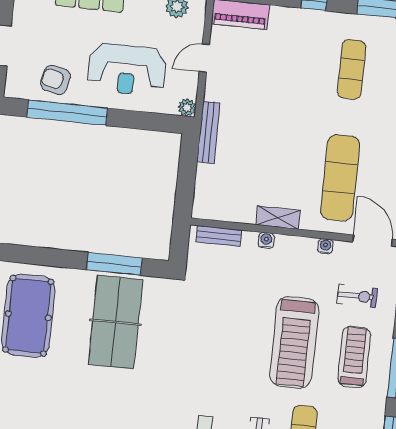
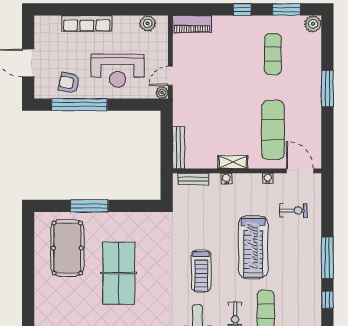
door: (204, 58) -> (170, 76), moved
bench: (208, 132) -> (179, 147), moved
window: (114, 264) -> (89, 206), moved
table tennis table: (116, 322) -> (119, 273), moved
treadmill: (354, 357) -> (201, 271), moved, turned 180

